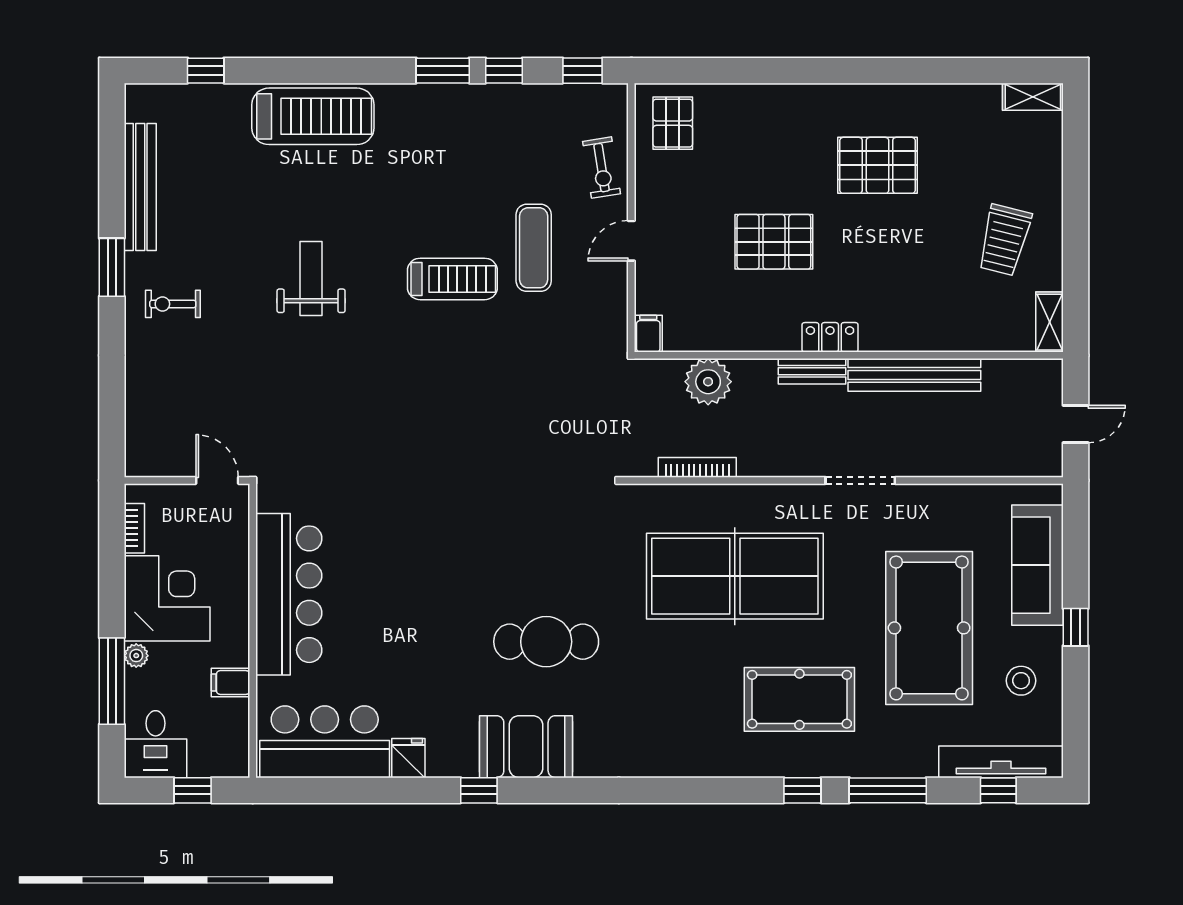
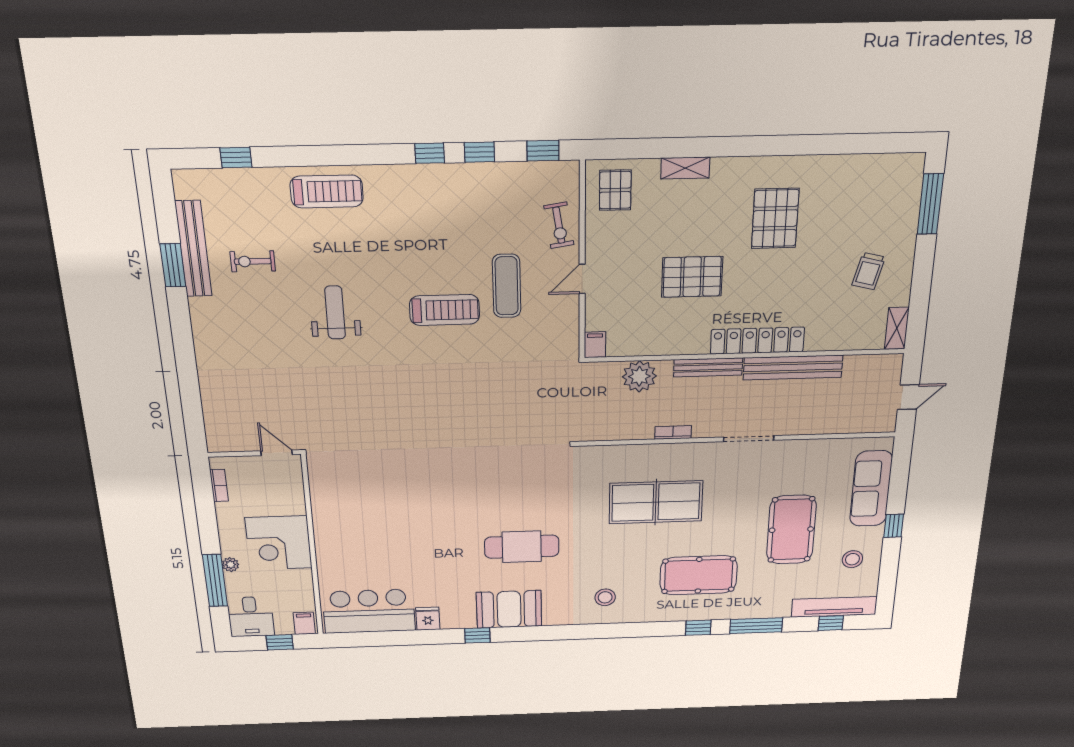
window: (443, 71) -> (430, 153), width x0.67
shelving: (1033, 97) -> (685, 168), moved
treadmill: (313, 116) -> (327, 192), width x0.73, depth x0.73
window: (1076, 151) -> (930, 204), added
pallet: (877, 165) -> (775, 218), turned 90
trolley: (1004, 240) -> (869, 271), width x0.73, depth x0.72
window: (112, 267) -> (173, 265), moved
exercise bike: (173, 304) -> (253, 261), moved
locker: (830, 337) -> (757, 341), width x2.16, depth x1.21
bench: (812, 371) -> (708, 367), width x1.36
bookcase: (697, 467) -> (673, 432), moved, width x0.64
table tennis table: (735, 576) -> (656, 502), width x0.73, depth x0.76
bar counter: (289, 594) -> (336, 524), removed
corner desk: (167, 598) -> (279, 543), moved, turned 180
pool table: (929, 628) -> (791, 530), width x0.73, depth x0.76
filing cabinet: (230, 682) -> (304, 623), moved, turned 90
stool: (665, 732) -> (605, 597), added

